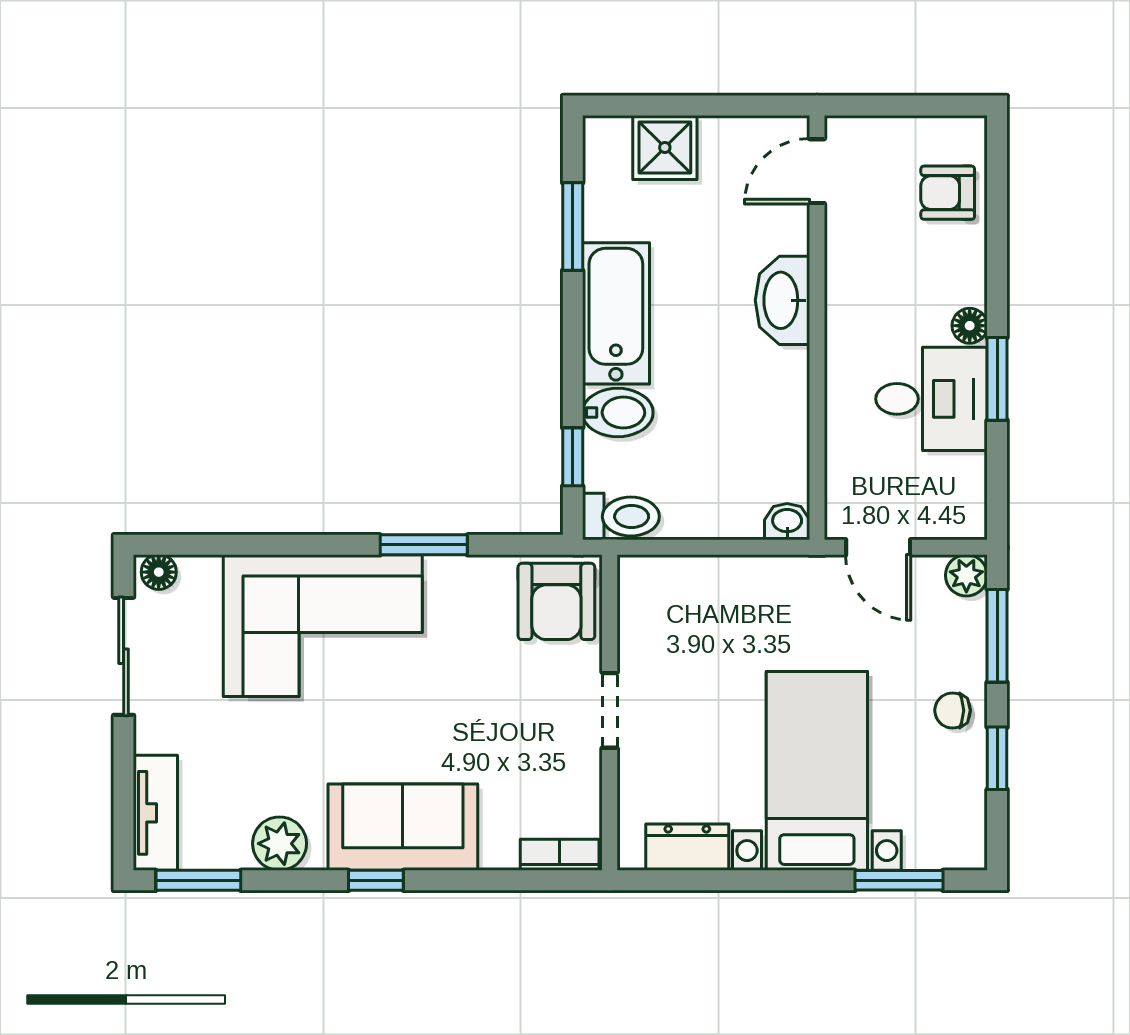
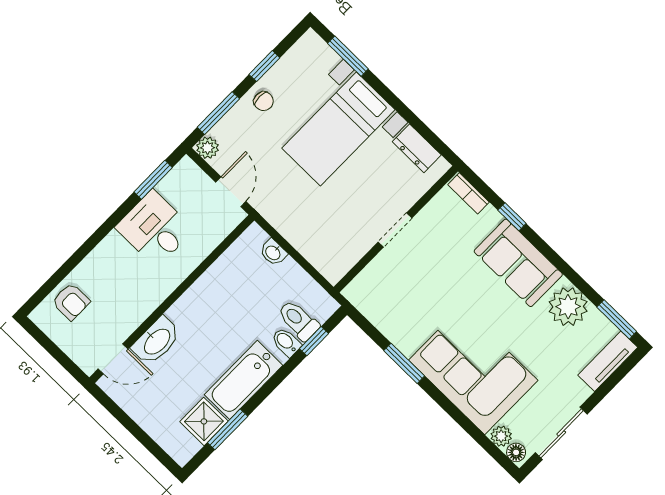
shower: (665, 148) -> (204, 421), moved
washbasin: (782, 300) -> (156, 341), moved
floor lamp: (970, 326) -> (112, 242), removed
window: (997, 379) -> (153, 180), moved
bidet: (618, 413) -> (286, 342), width x0.72, depth x0.74
toilet: (621, 517) -> (298, 320), moved
washbasin: (787, 522) -> (273, 252), moved
plant: (200, 574) -> (501, 436), added
armchair: (556, 601) -> (375, 292), removed
plant: (280, 844) -> (568, 307), width x1.36, depth x1.36
window: (376, 880) -> (512, 217), moved

